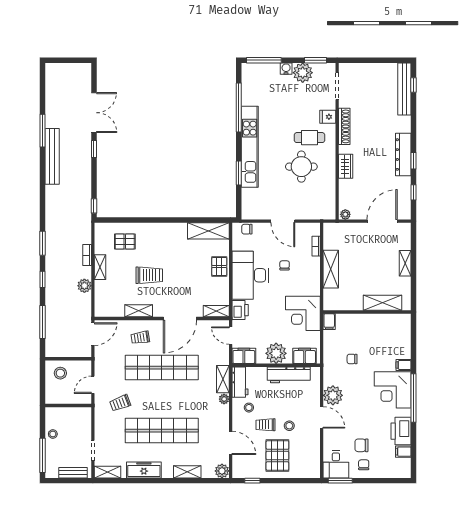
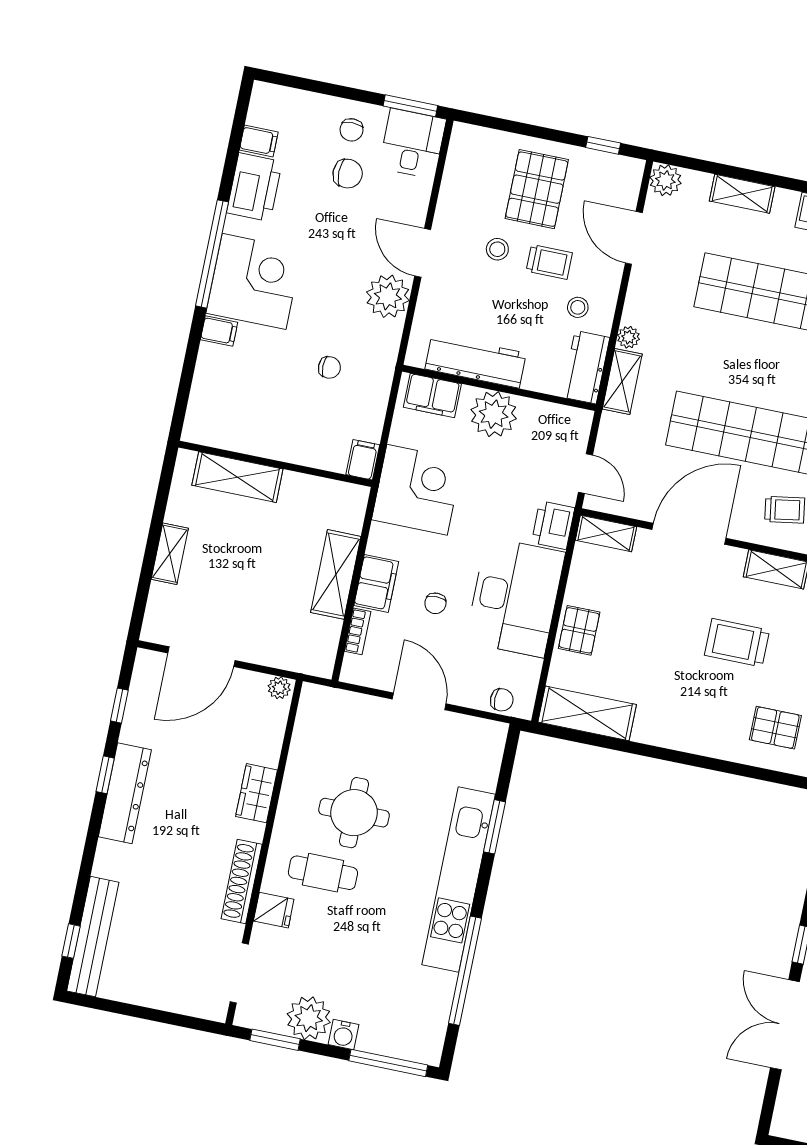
filing cabinet: (244, 356) -> (376, 583), moved, turned -90

